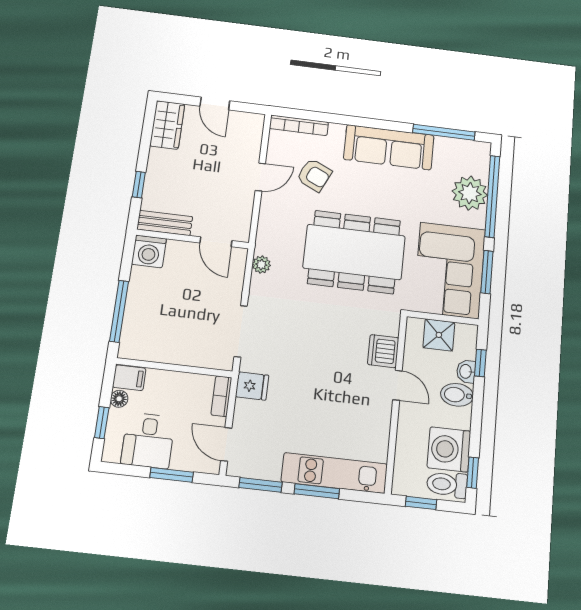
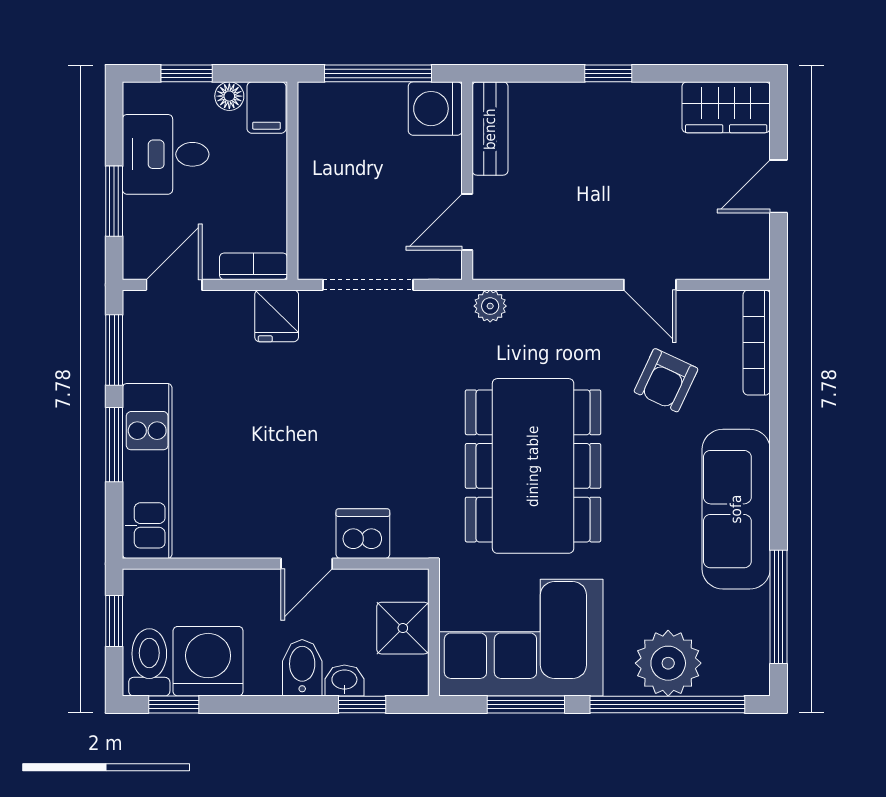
bench: (165, 223) -> (490, 129), moved
wall: (193, 239) -> (467, 181), moved
door: (216, 242) -> (467, 222), moved
washing machine: (149, 251) -> (435, 109), moved

